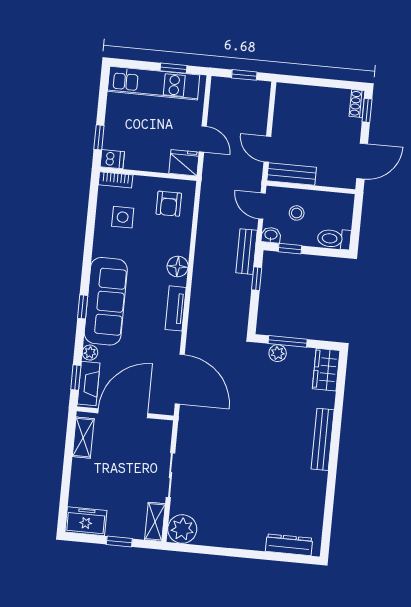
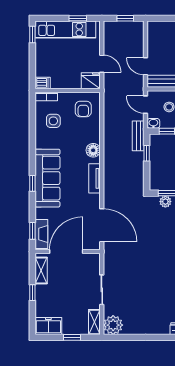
window: (99, 137) -> (32, 34), moved
plant: (90, 353) -> (40, 213), removed
window: (67, 469) -> (32, 293), added

